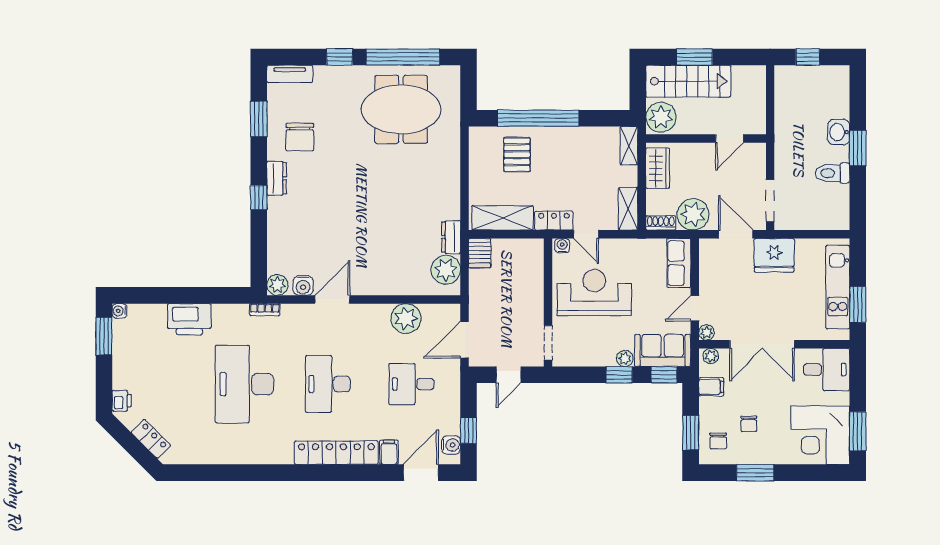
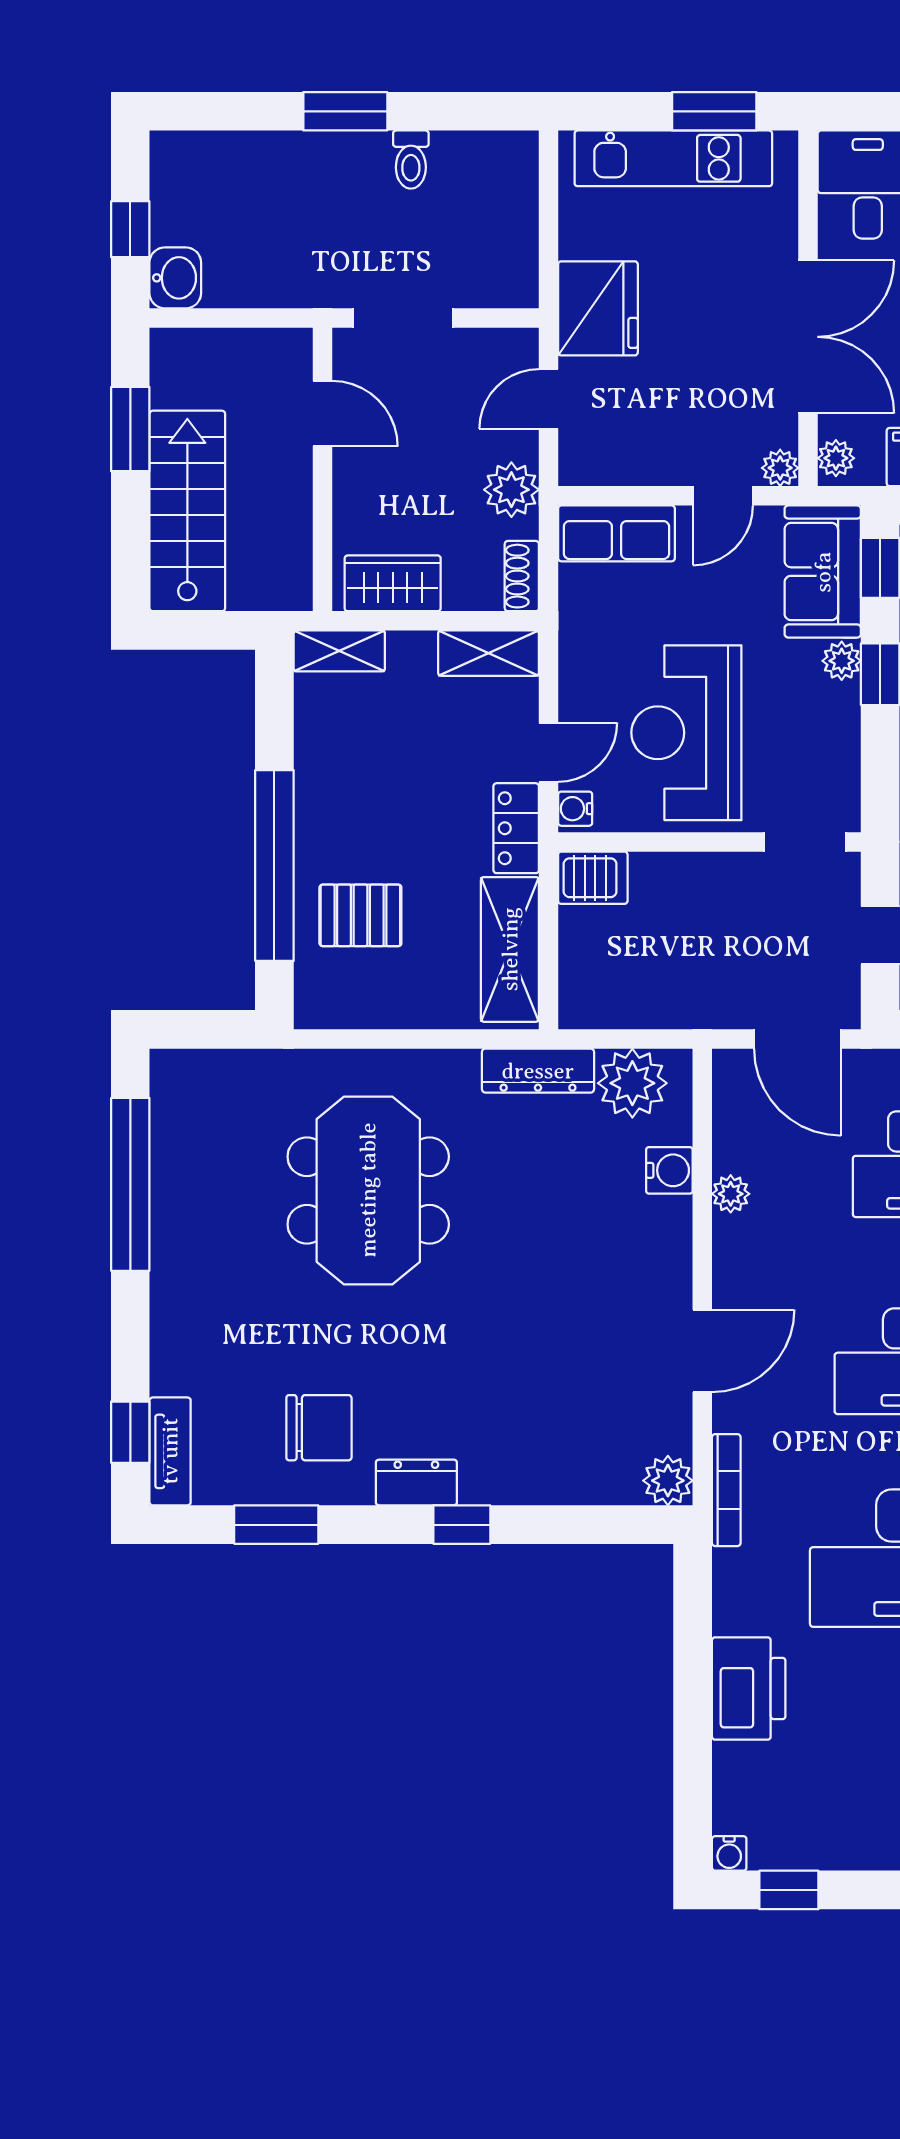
window: (340, 57) -> (130, 1432), moved
window: (694, 57) -> (130, 429), moved
meeting table: (401, 109) -> (368, 1190), moved
plant: (661, 117) -> (272, 576), removed
washbasin: (839, 132) -> (175, 278), moved, turned -90
toilet: (832, 173) -> (411, 160), width x0.73, depth x0.72
doorway: (770, 201) -> (403, 318), moved
plant: (693, 214) -> (511, 490), width x0.73, depth x0.73
door: (736, 234) -> (548, 399), width x0.73
dresser: (451, 237) -> (538, 1071), width x1.44
server rack: (480, 253) -> (593, 878), moved
water cooler: (303, 285) -> (669, 1170), moved
door: (332, 299) -> (702, 1351), swing flipped
door: (695, 308) -> (723, 496), hinge flipped
bookcase: (265, 310) -> (726, 1490), width x1.56
plant: (406, 318) -> (731, 1194), width x0.53, depth x0.53
window: (104, 336) -> (789, 1890), width x0.67

